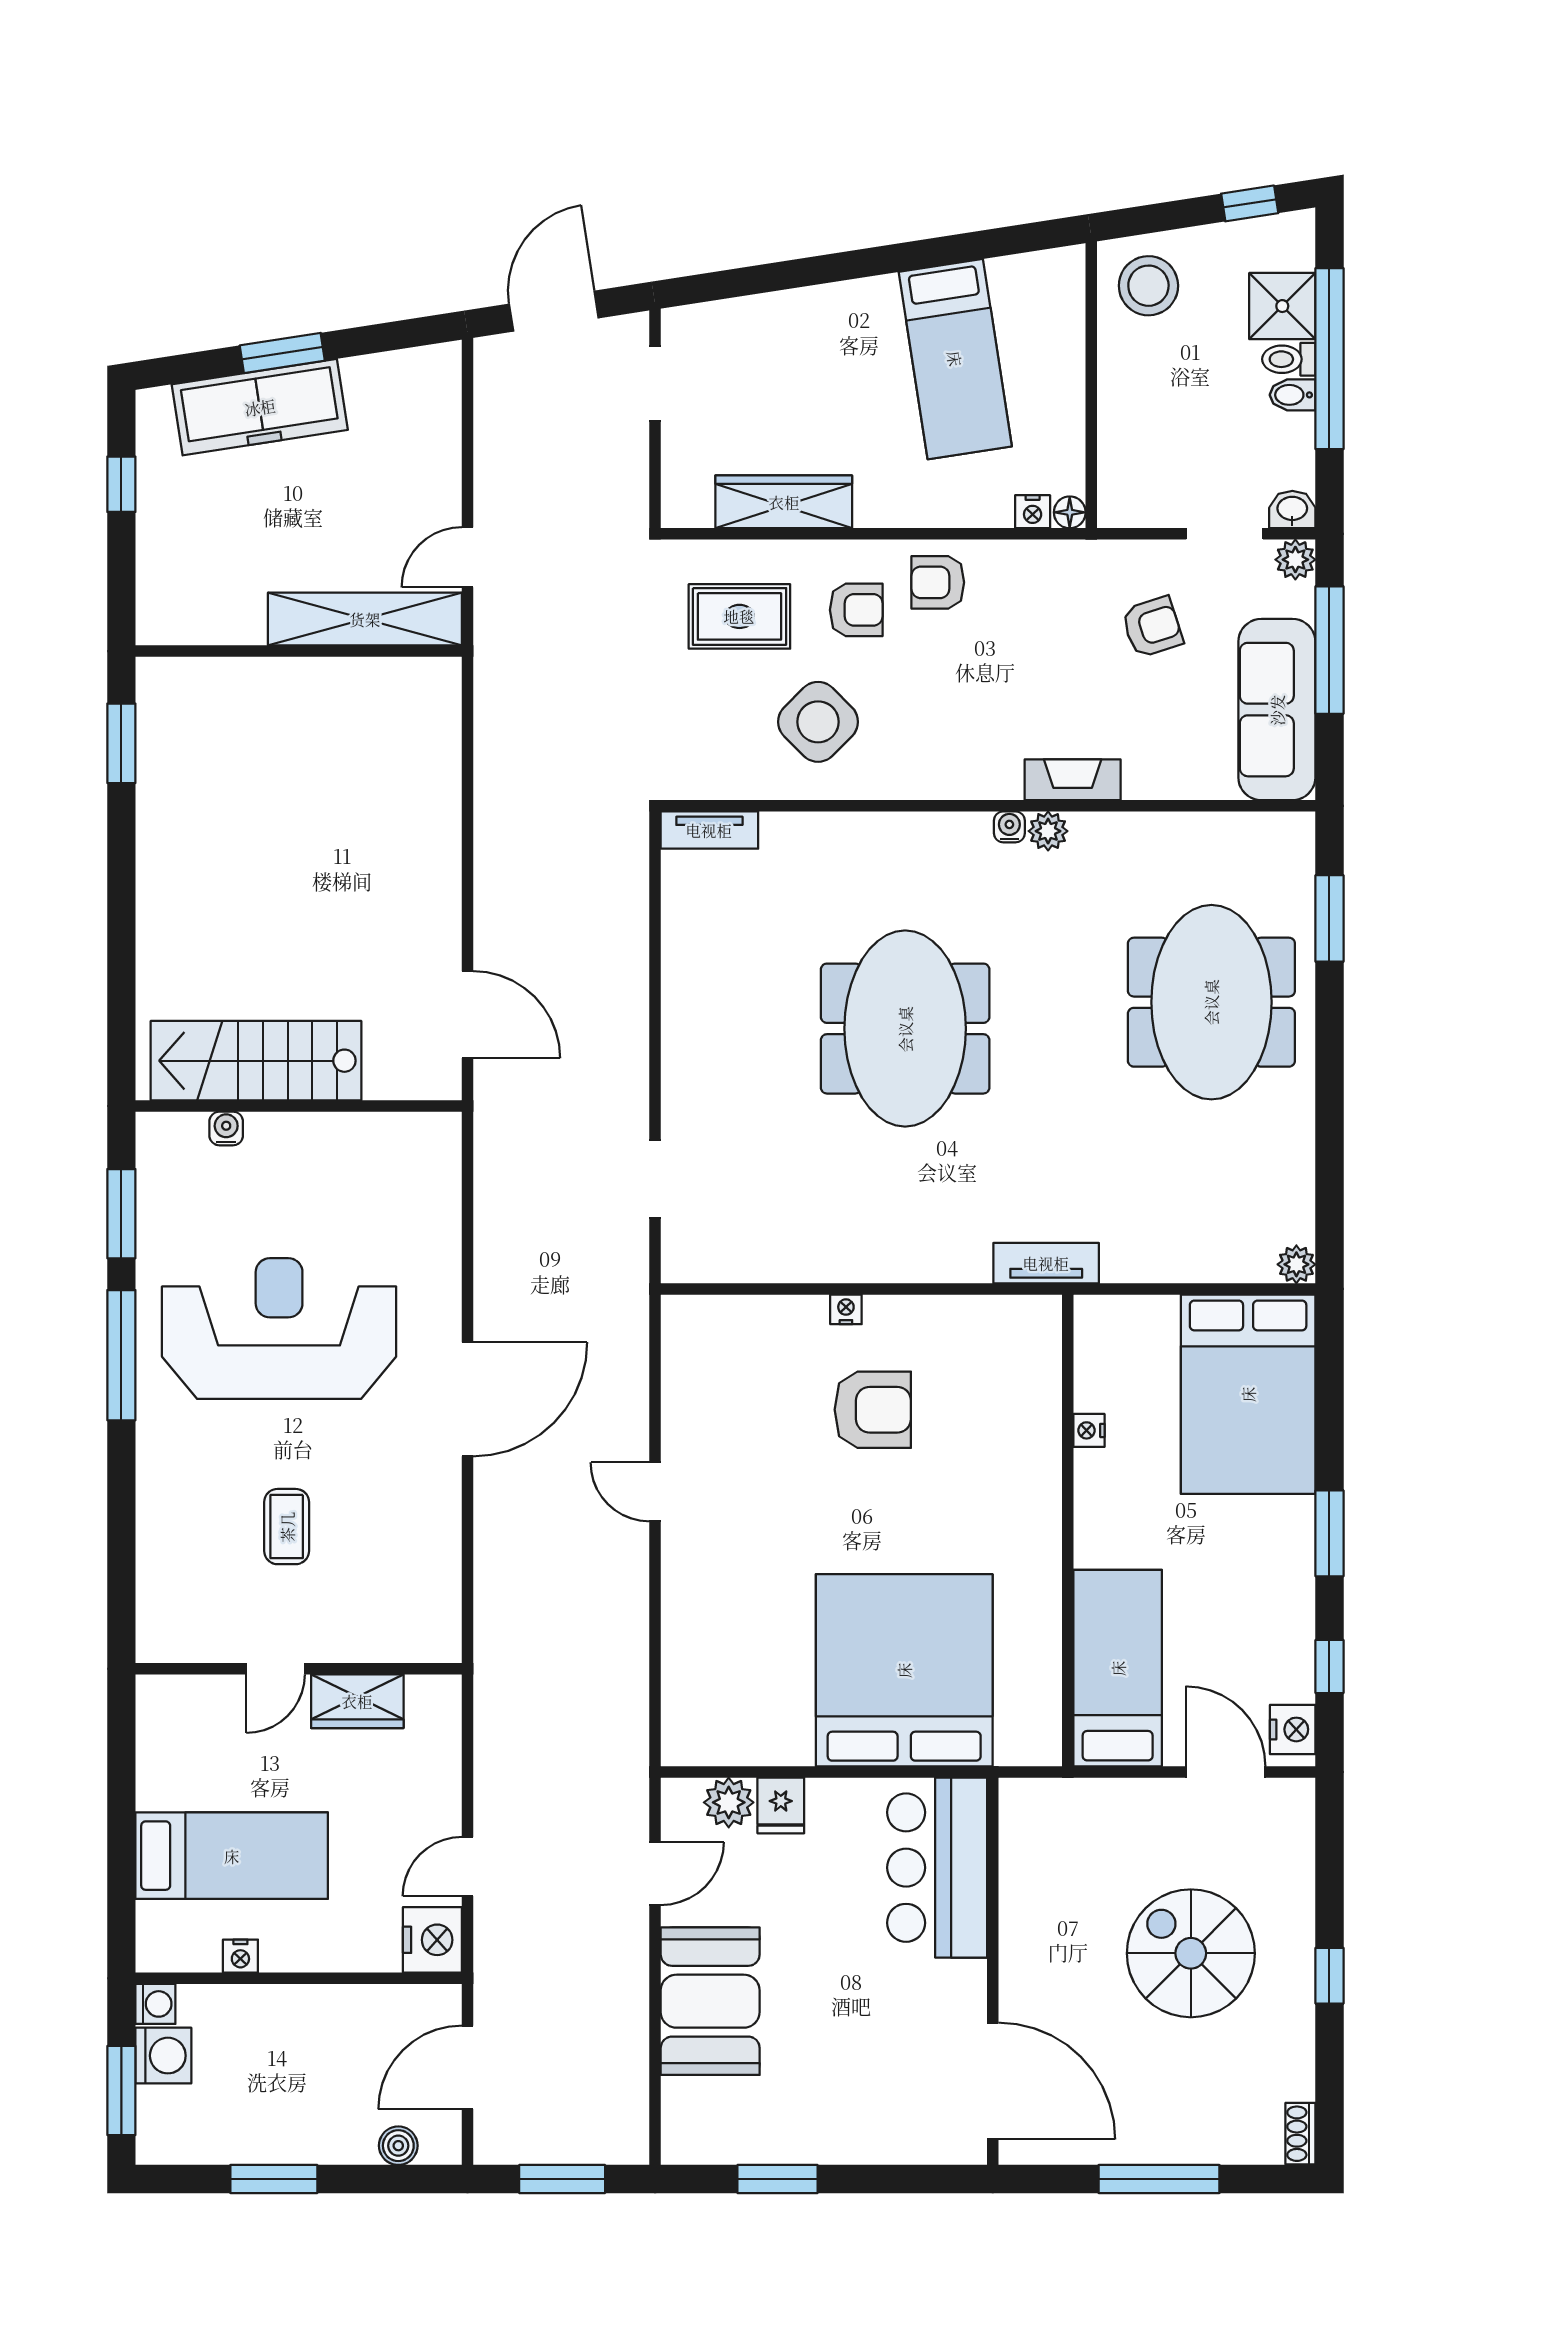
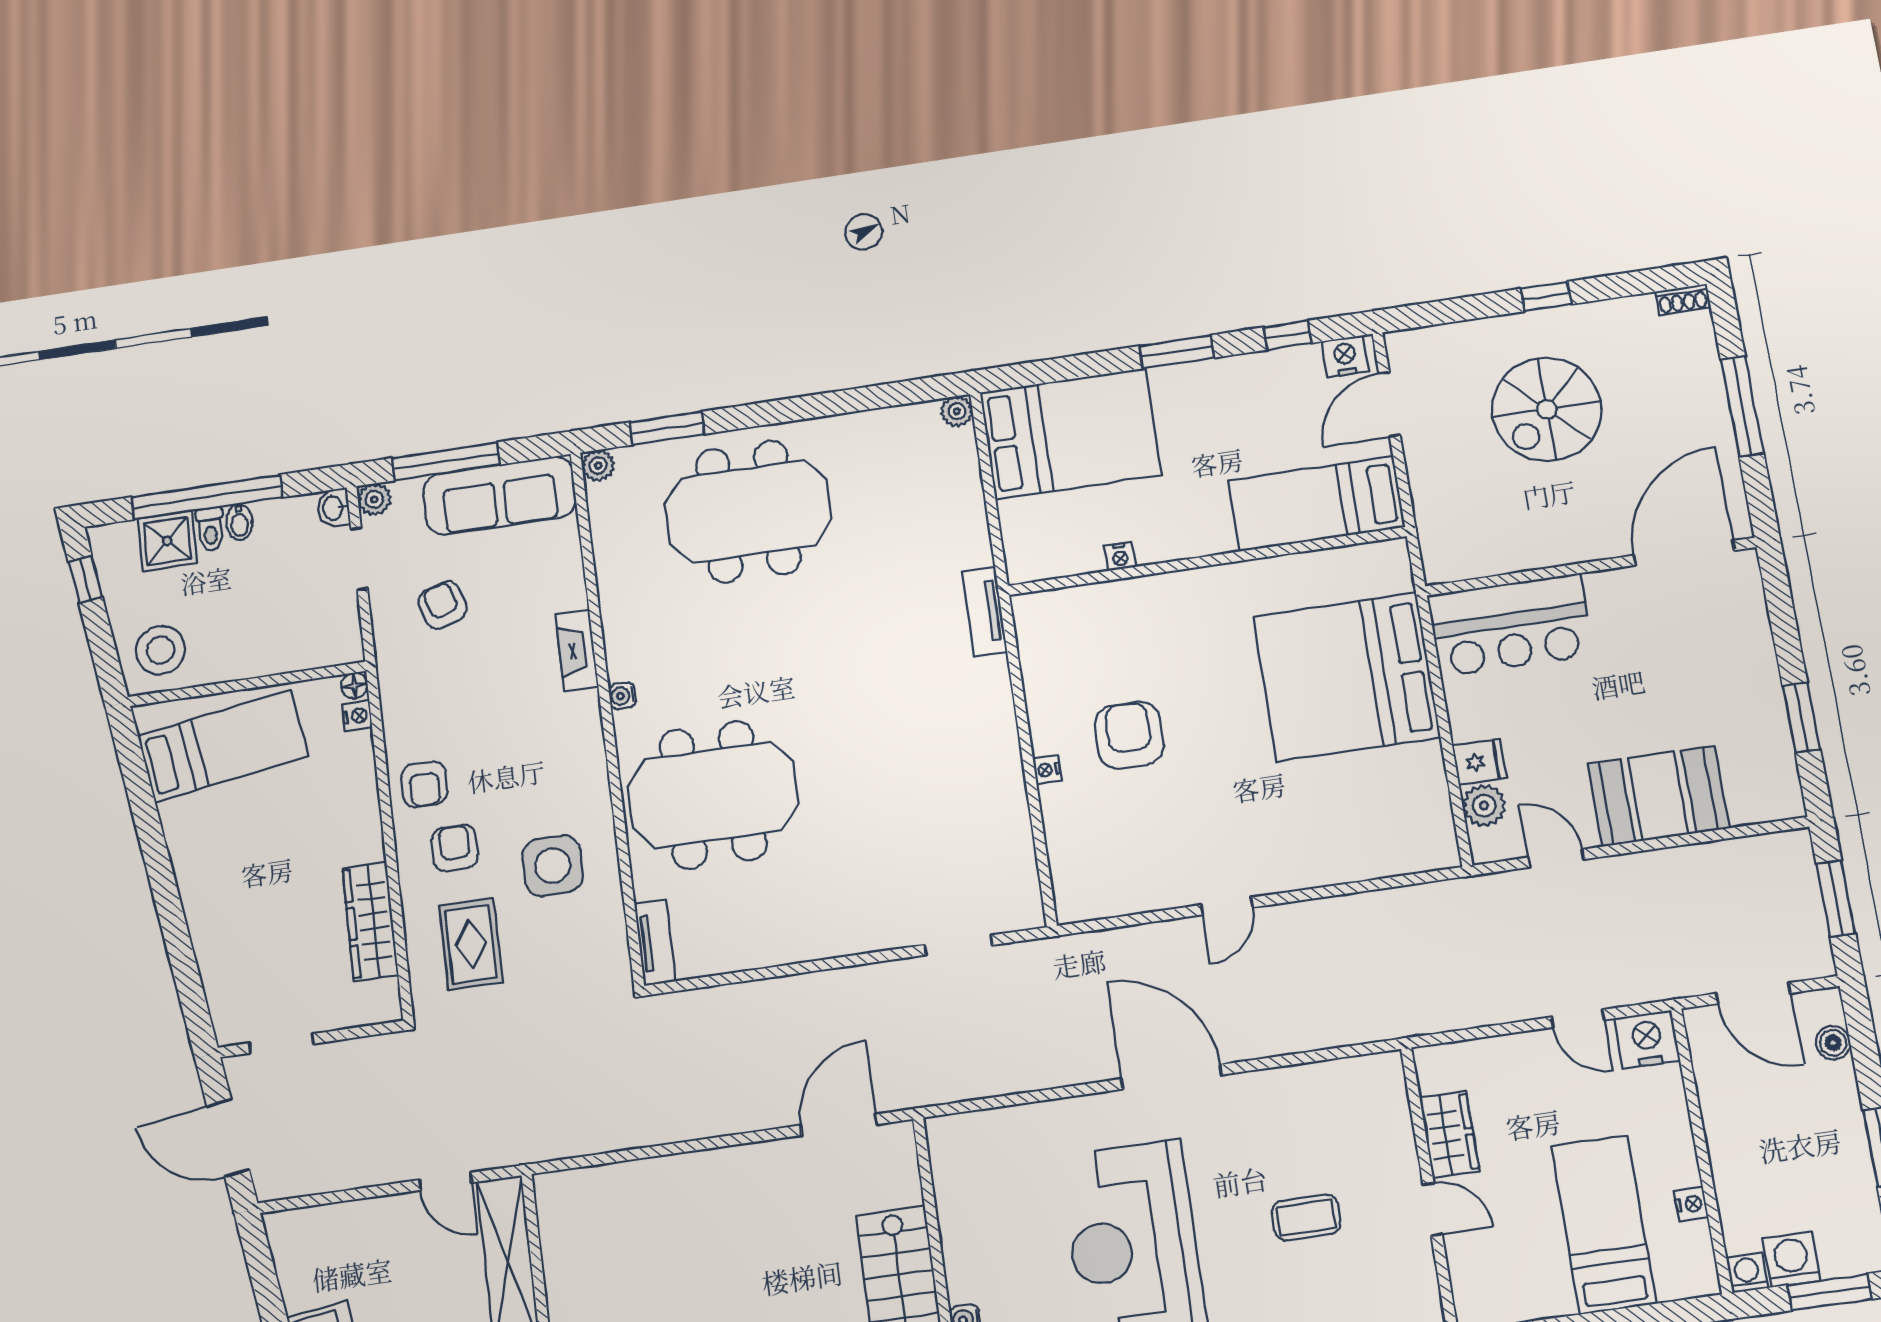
bed: (955, 359) -> (223, 746), moved
side table: (818, 722) -> (553, 866), turned 45
plant: (1048, 831) -> (598, 466), moved
meeting table: (905, 1029) -> (713, 795), moved

